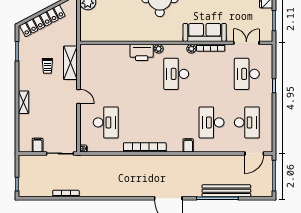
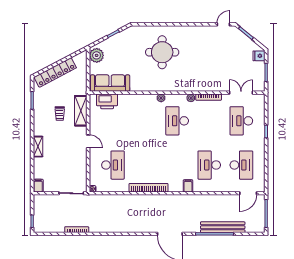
sofa: (205, 32) -> (110, 83), moved
printer: (142, 52) -> (107, 101), moved
filing cabinet: (38, 145) -> (38, 186), moved

